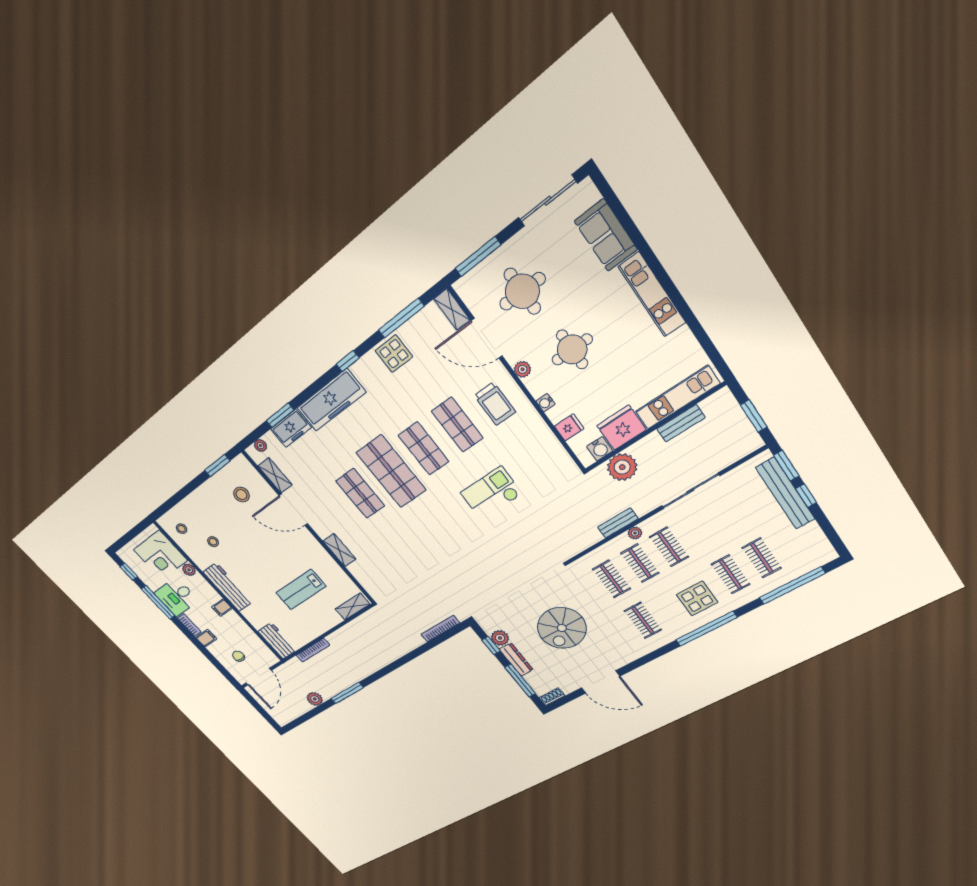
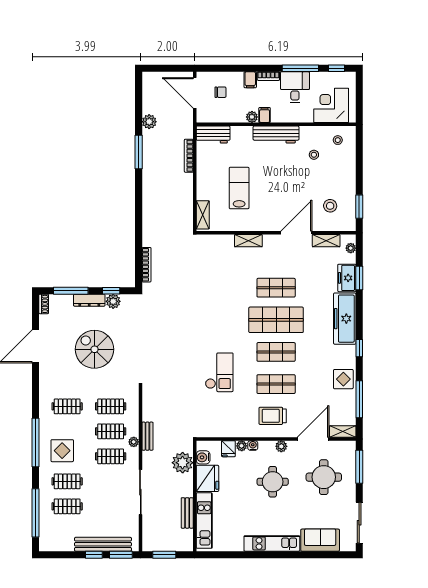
plant: (555, 415) -> (242, 446), added
plant: (189, 570) -> (252, 117), moved

